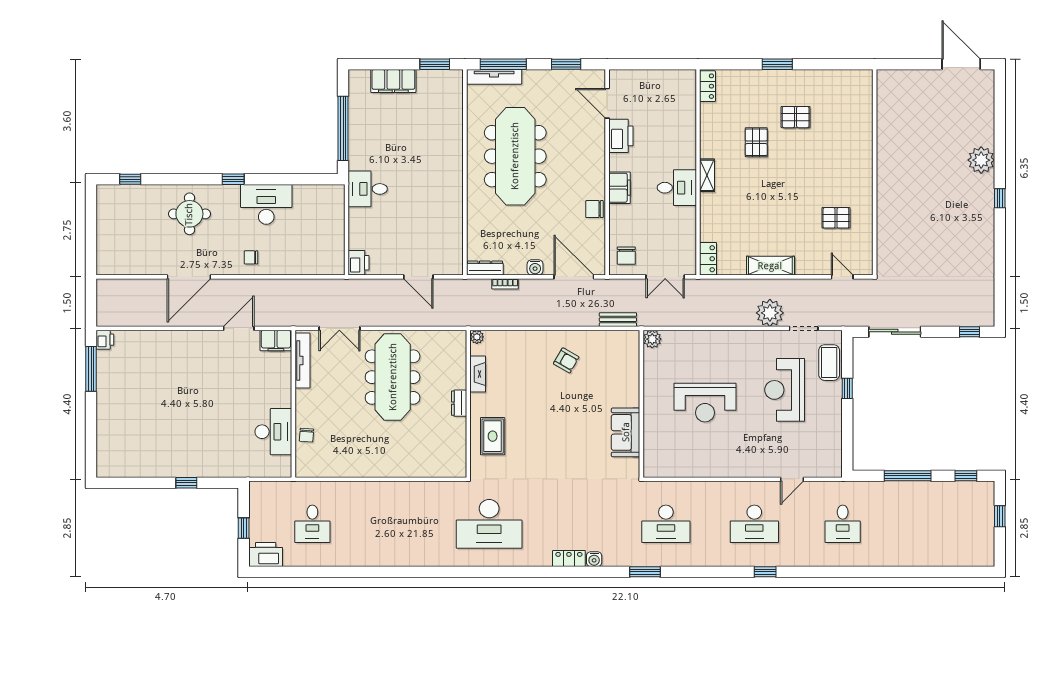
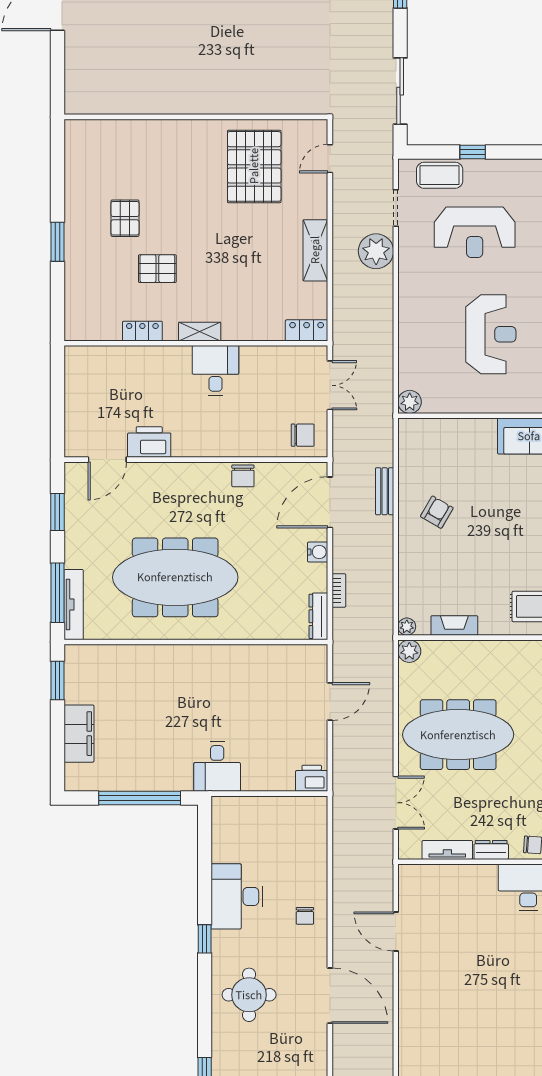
locker: (708, 86) -> (142, 331), moved
filing cabinet: (619, 188) -> (216, 444), removed
pallet: (836, 218) -> (254, 166), width x2.05, depth x2.00
bench: (618, 320) -> (385, 491), moved
plant: (458, 339) -> (409, 651), added
filing cabinet: (276, 341) -> (411, 884), removed
tv unit: (303, 361) -> (447, 850), width x0.71
dresser: (459, 403) -> (491, 850), moved, turned 180

